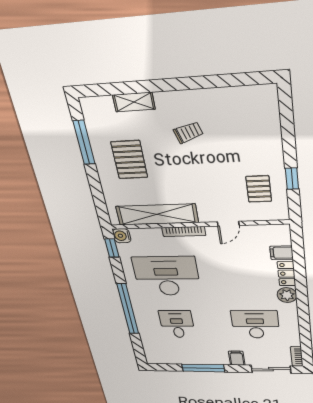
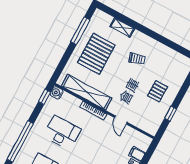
pallet: (129, 160) -> (96, 54), width x1.37, depth x1.41
pallet: (259, 189) -> (158, 91), moved
door: (228, 224) -> (121, 120), hinge flipped
desk: (167, 276) -> (62, 133), width x0.73, depth x0.77

